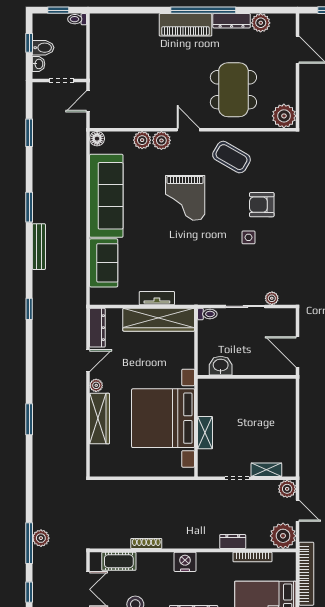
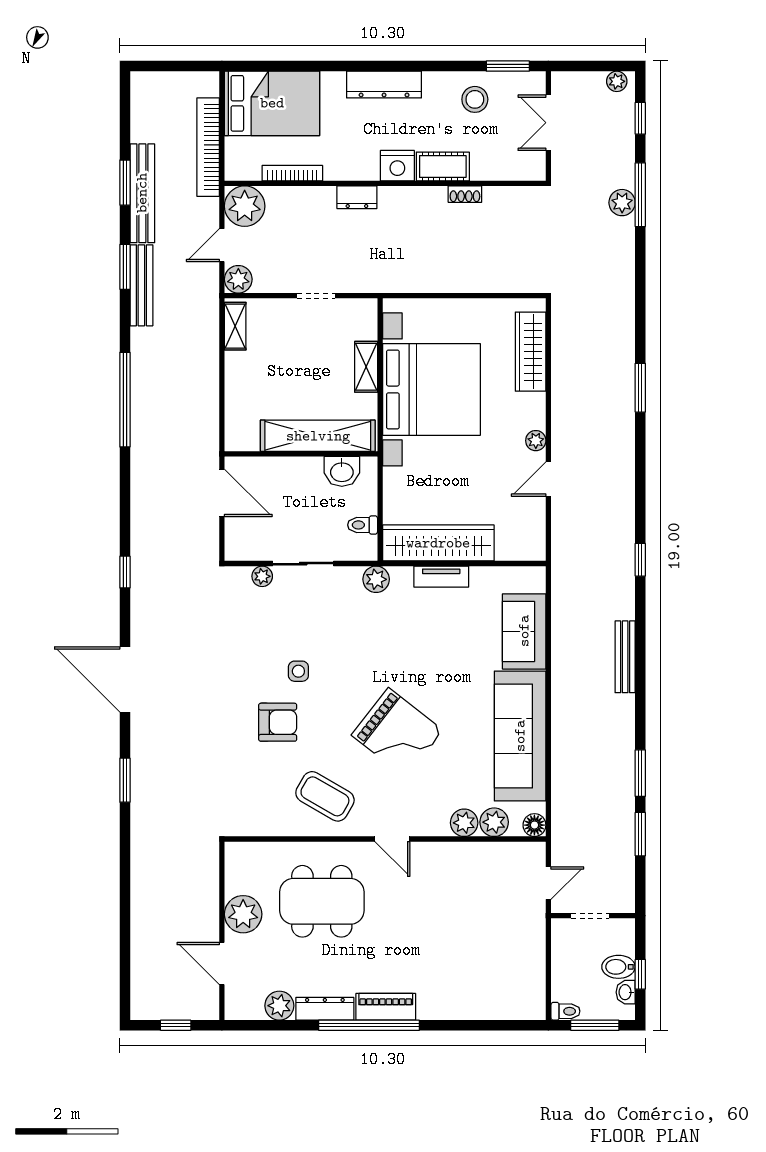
window: (58, 10) -> (595, 1025), width x1.50
piano: (185, 25) -> (386, 1007), width x0.73, depth x0.75
washbasin: (39, 64) -> (626, 992), moved
dining table: (233, 90) -> (322, 901), turned 90
plant: (284, 116) -> (243, 914), moved
plant: (161, 140) -> (494, 822), moved
grand piano: (185, 198) -> (397, 733), turned 128
window: (29, 207) -> (640, 773), moved
plant: (199, 296) -> (376, 579), added
toilet: (207, 314) -> (363, 525), moved
dresser: (97, 328) -> (534, 530), removed
shelving: (236, 389) -> (318, 436), added
wardrobe: (100, 419) -> (531, 352), moved
shelving: (266, 470) -> (235, 326), moved, turned 90
door: (298, 511) -> (222, 245), hinge flipped
dresser: (233, 542) -> (357, 197), moved
shoe rack: (146, 544) -> (465, 194), width x0.70
cot: (119, 561) -> (443, 166), moved

